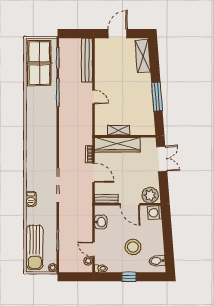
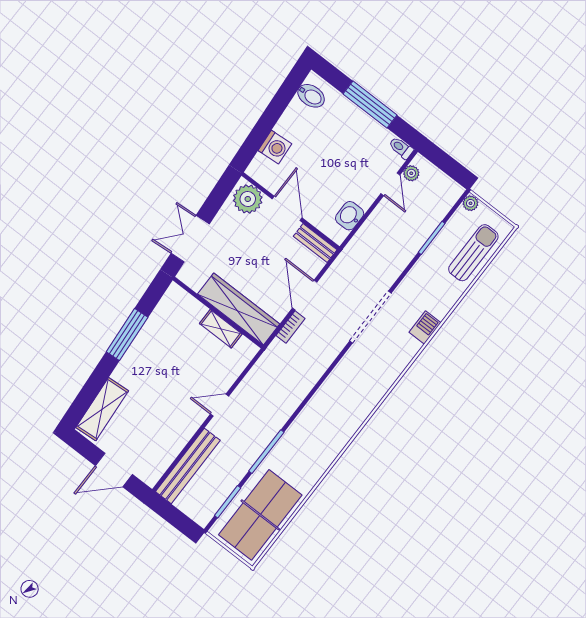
door: (94, 97) -> (220, 405), hinge flipped
washing machine: (155, 213) -> (275, 147), moved
sun lounger: (35, 247) -> (473, 253), width x0.73, depth x0.75
stool: (133, 247) -> (331, 143), removed
window: (129, 277) -> (370, 104), width x2.17

